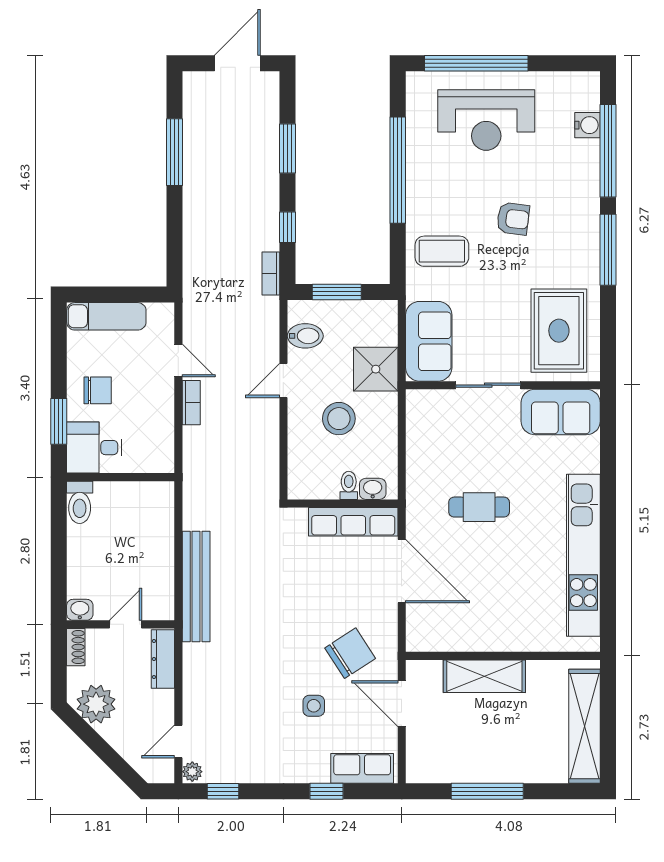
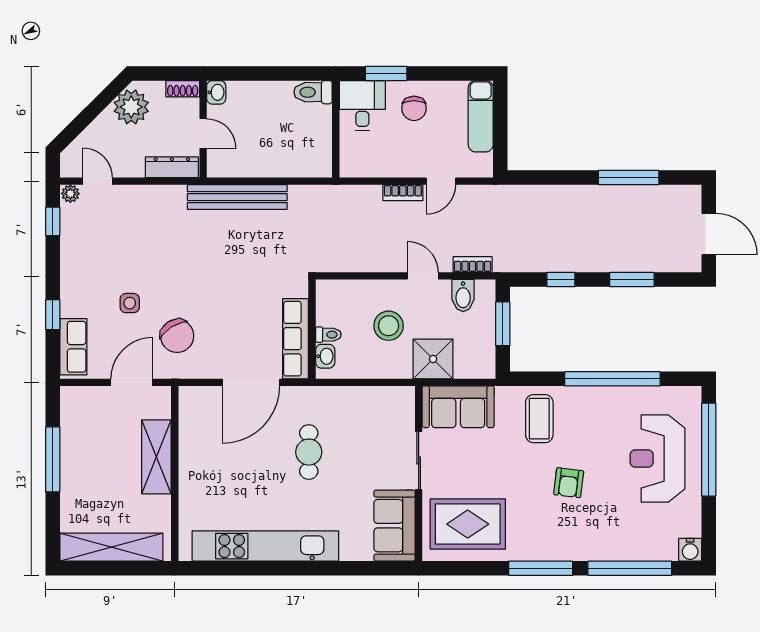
water cooler: (587, 125) -> (690, 550), moved
bookcase: (271, 273) -> (473, 265), moved

